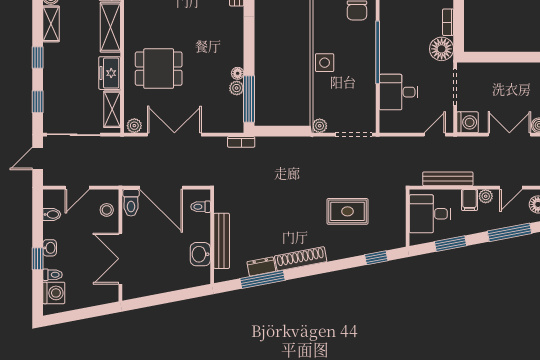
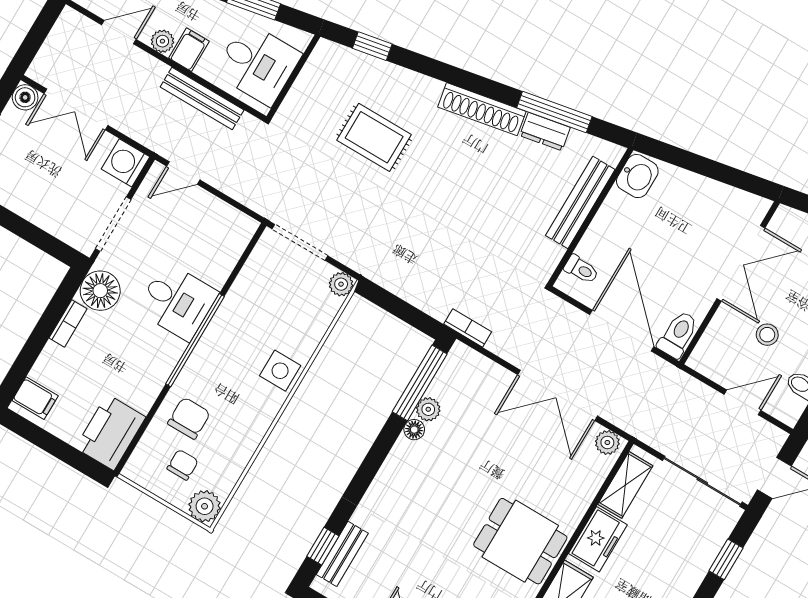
dining table: (159, 69) -> (520, 541), moved
desk: (399, 92) -> (177, 301), moved
stool: (107, 210) -> (767, 335), moved
washbasin: (200, 254) -> (637, 176), moved

